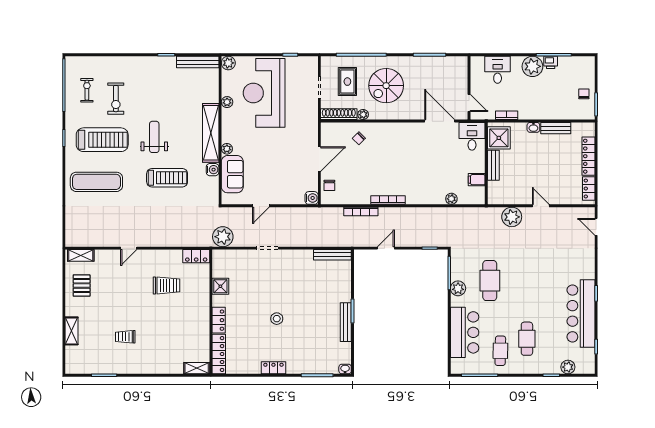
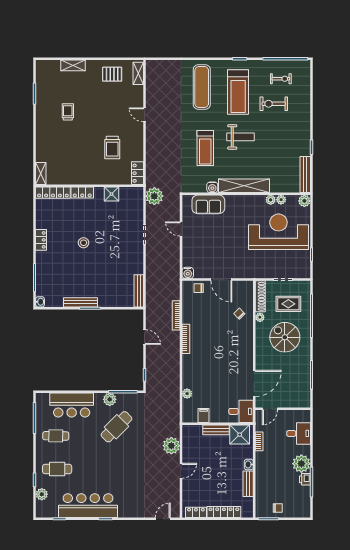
plant: (227, 149) -> (281, 200), moved
cafe table: (490, 281) -> (116, 427), turned -45
cafe table: (527, 339) -> (57, 469), moved

